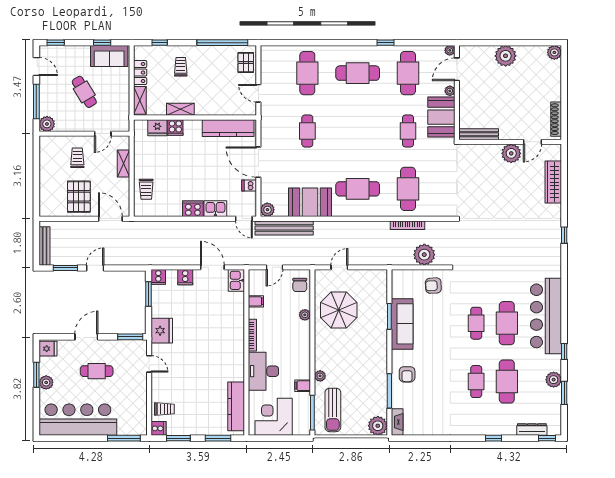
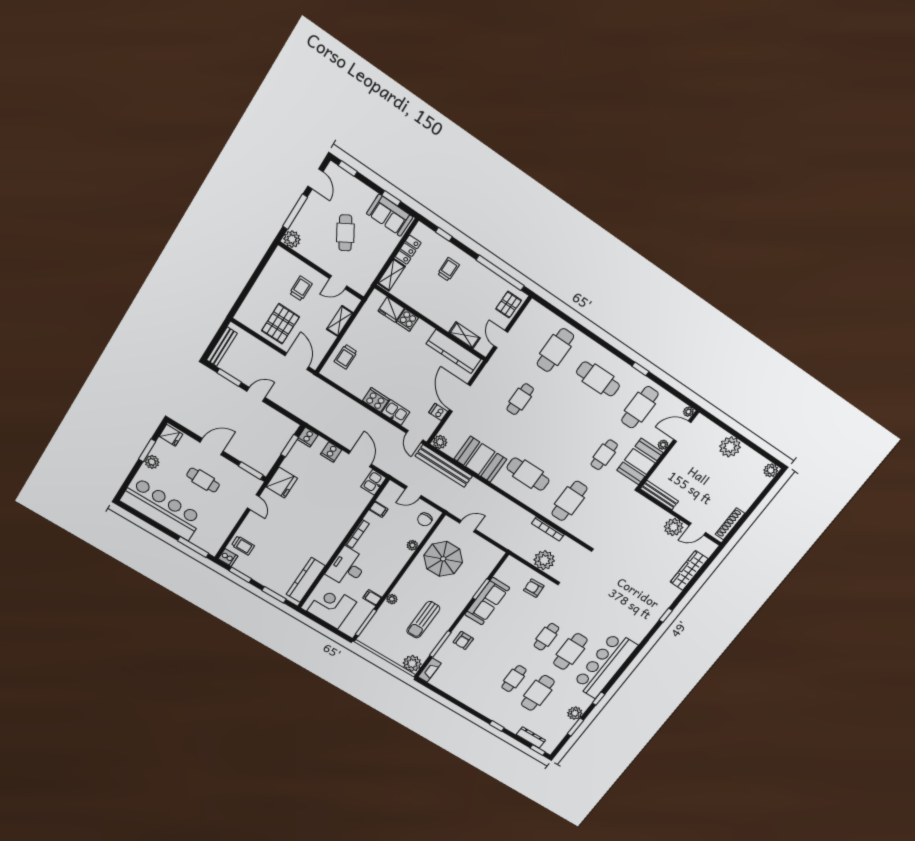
shelving: (180, 109) -> (465, 335), moved
sun lounger: (333, 410) -> (423, 620), moved

